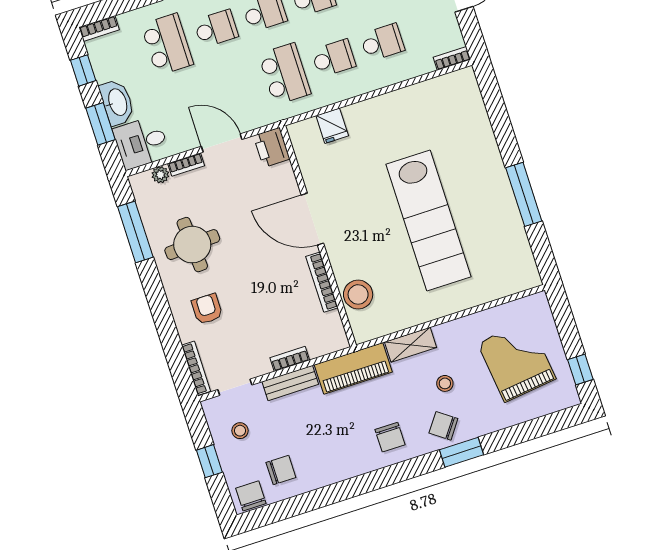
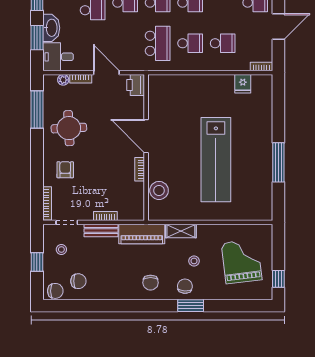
fridge: (332, 126) -> (243, 84), moved
bookcase: (322, 282) -> (140, 169), width x0.64
chair: (443, 426) -> (185, 286), turned 58
chair: (251, 496) -> (55, 291), turned 90

